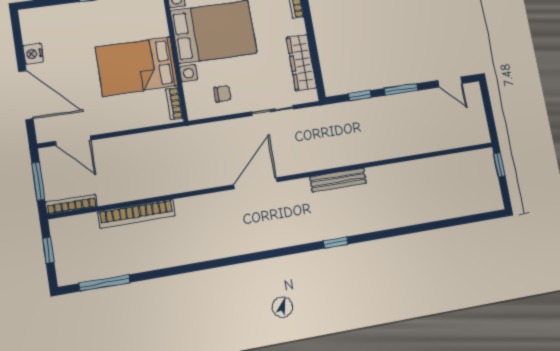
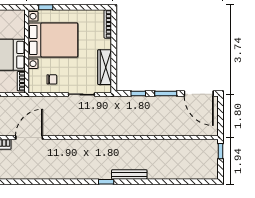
door: (450, 82) -> (199, 94), width x1.87
bench: (338, 180) -> (129, 174), moved
door: (255, 183) -> (29, 138), moved

